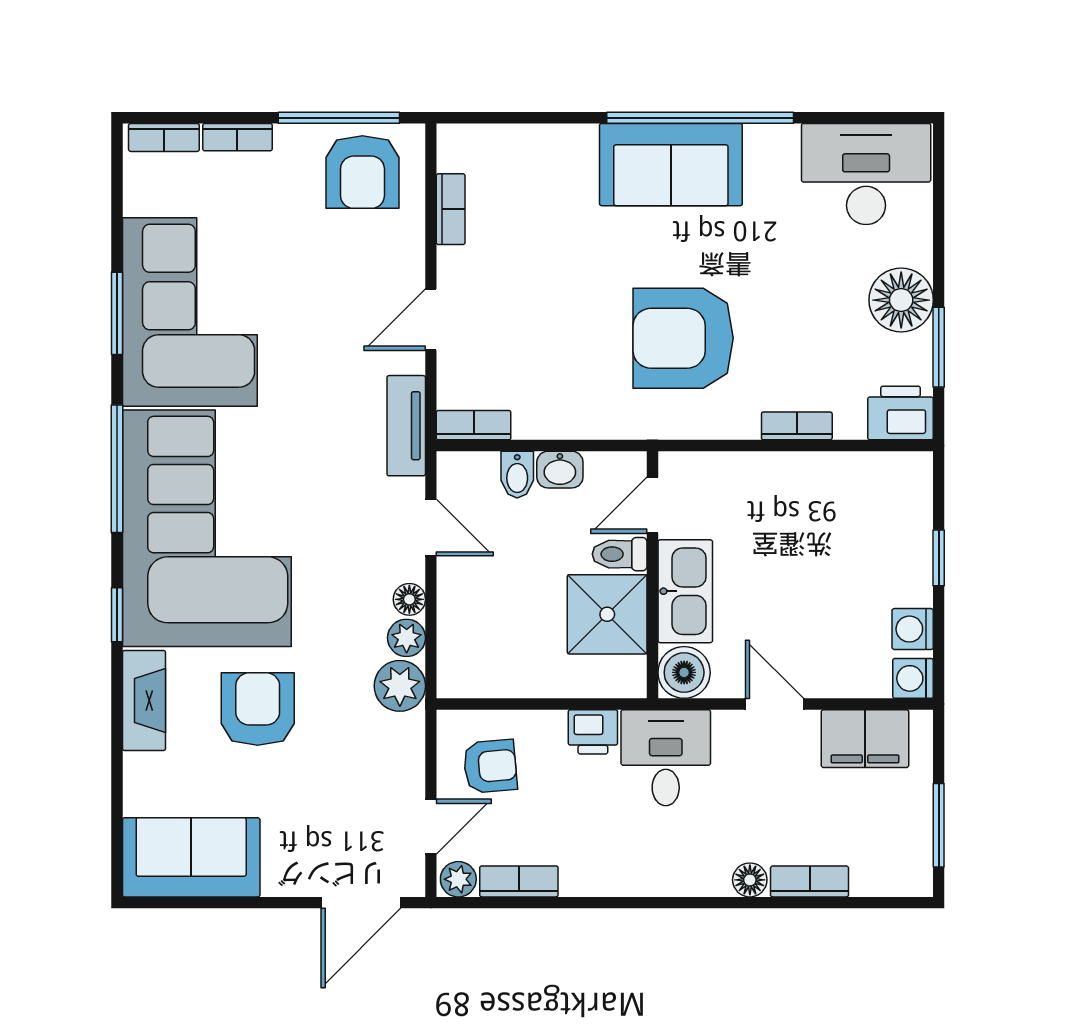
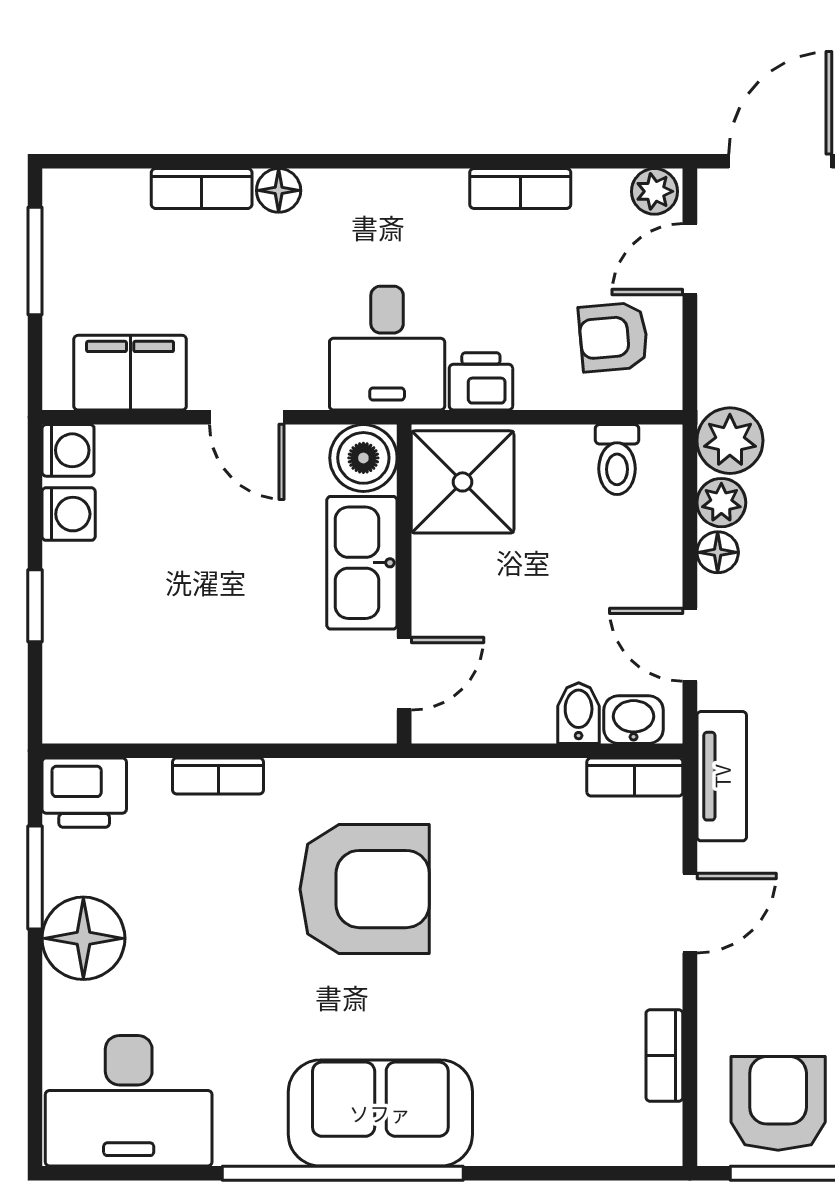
washbasin: (560, 470) -> (634, 720), moved
toilet: (620, 554) -> (617, 460), moved, turned 90
shower: (607, 614) -> (463, 482), moved
bookcase: (519, 881) -> (520, 189), moved

